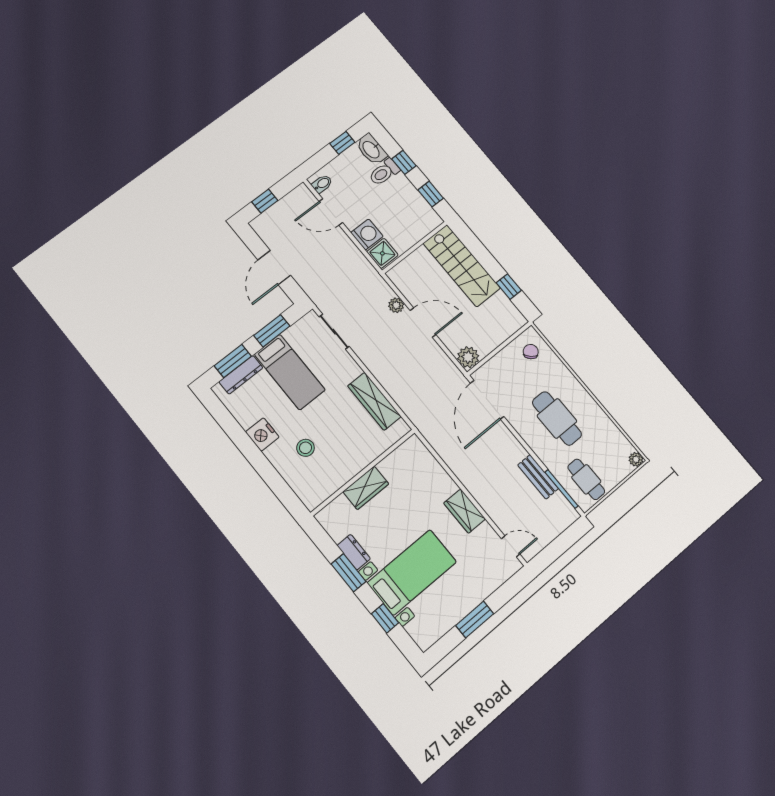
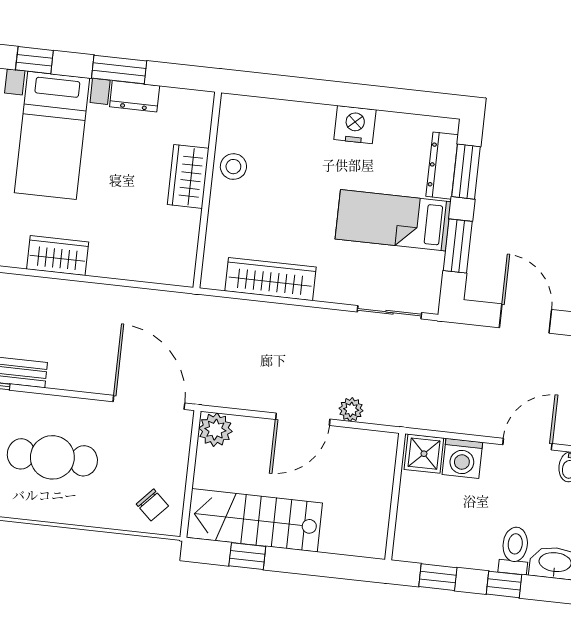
stairs: (462, 266) -> (254, 520), moved
stool: (305, 448) -> (233, 167), moved

